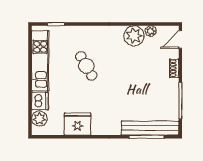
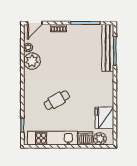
door: (180, 39) -> (35, 23), hinge flipped
fridge: (78, 124) -> (104, 118), moved

